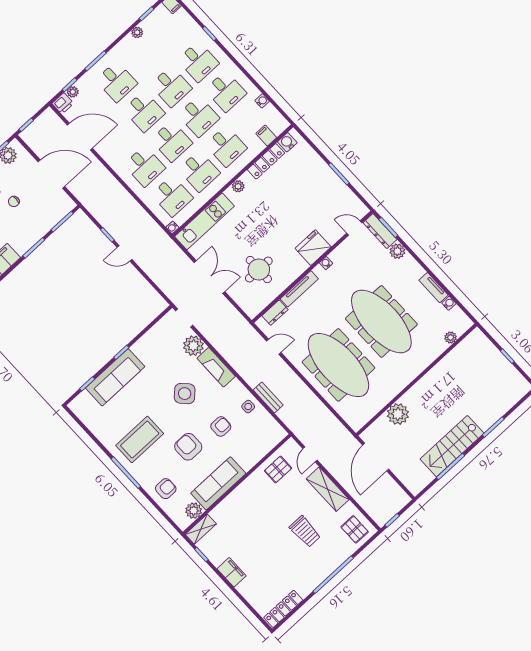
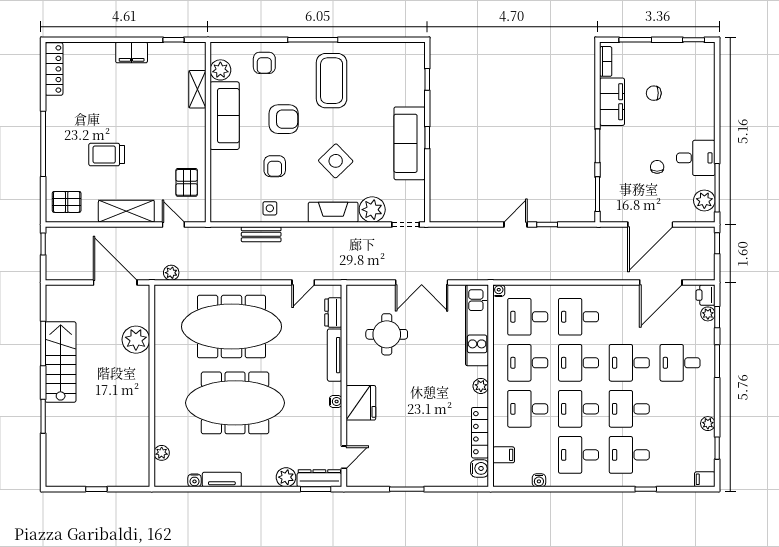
sofa: (115, 377) -> (410, 143), moved
plant: (339, 430) -> (171, 273), added
shelving: (201, 529) -> (197, 89), moved

